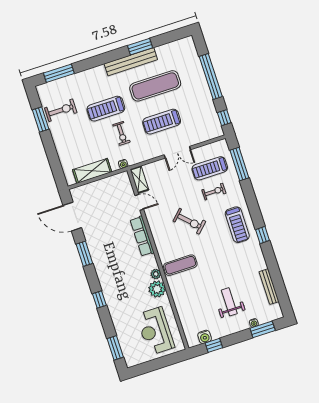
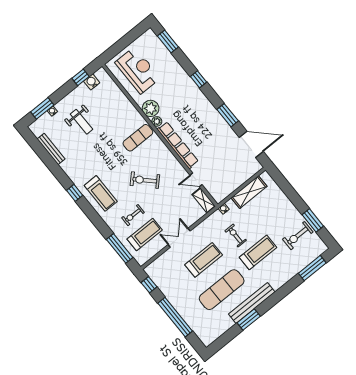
treadmill: (237, 225) -> (101, 193), turned 180
row of seats: (142, 236) -> (178, 145), width x1.36

